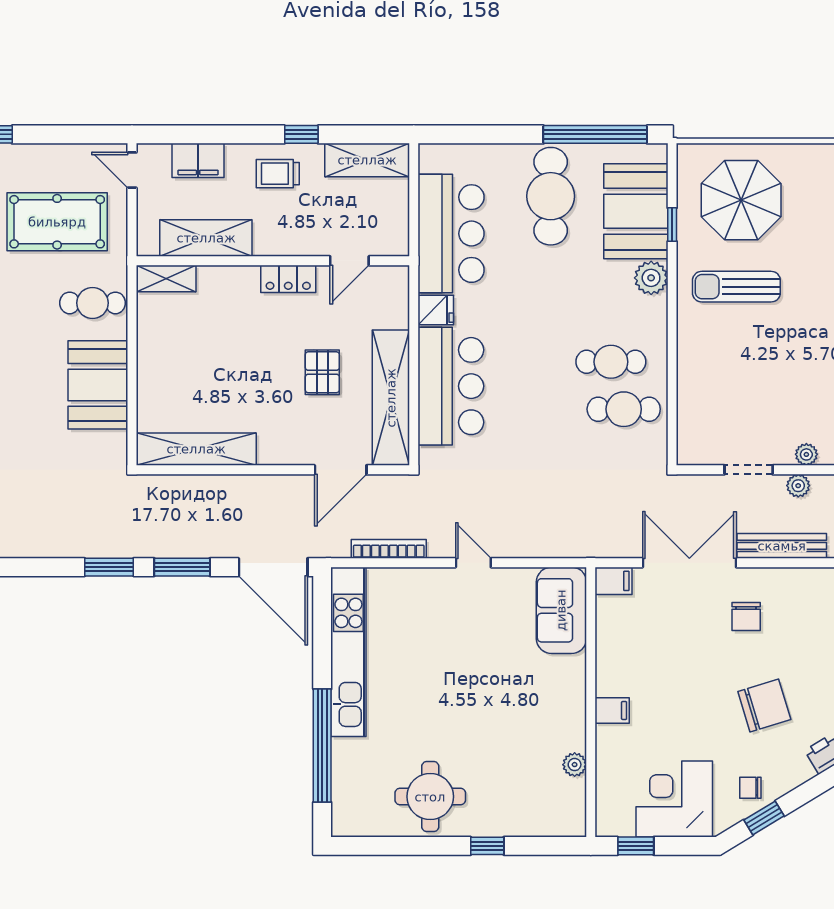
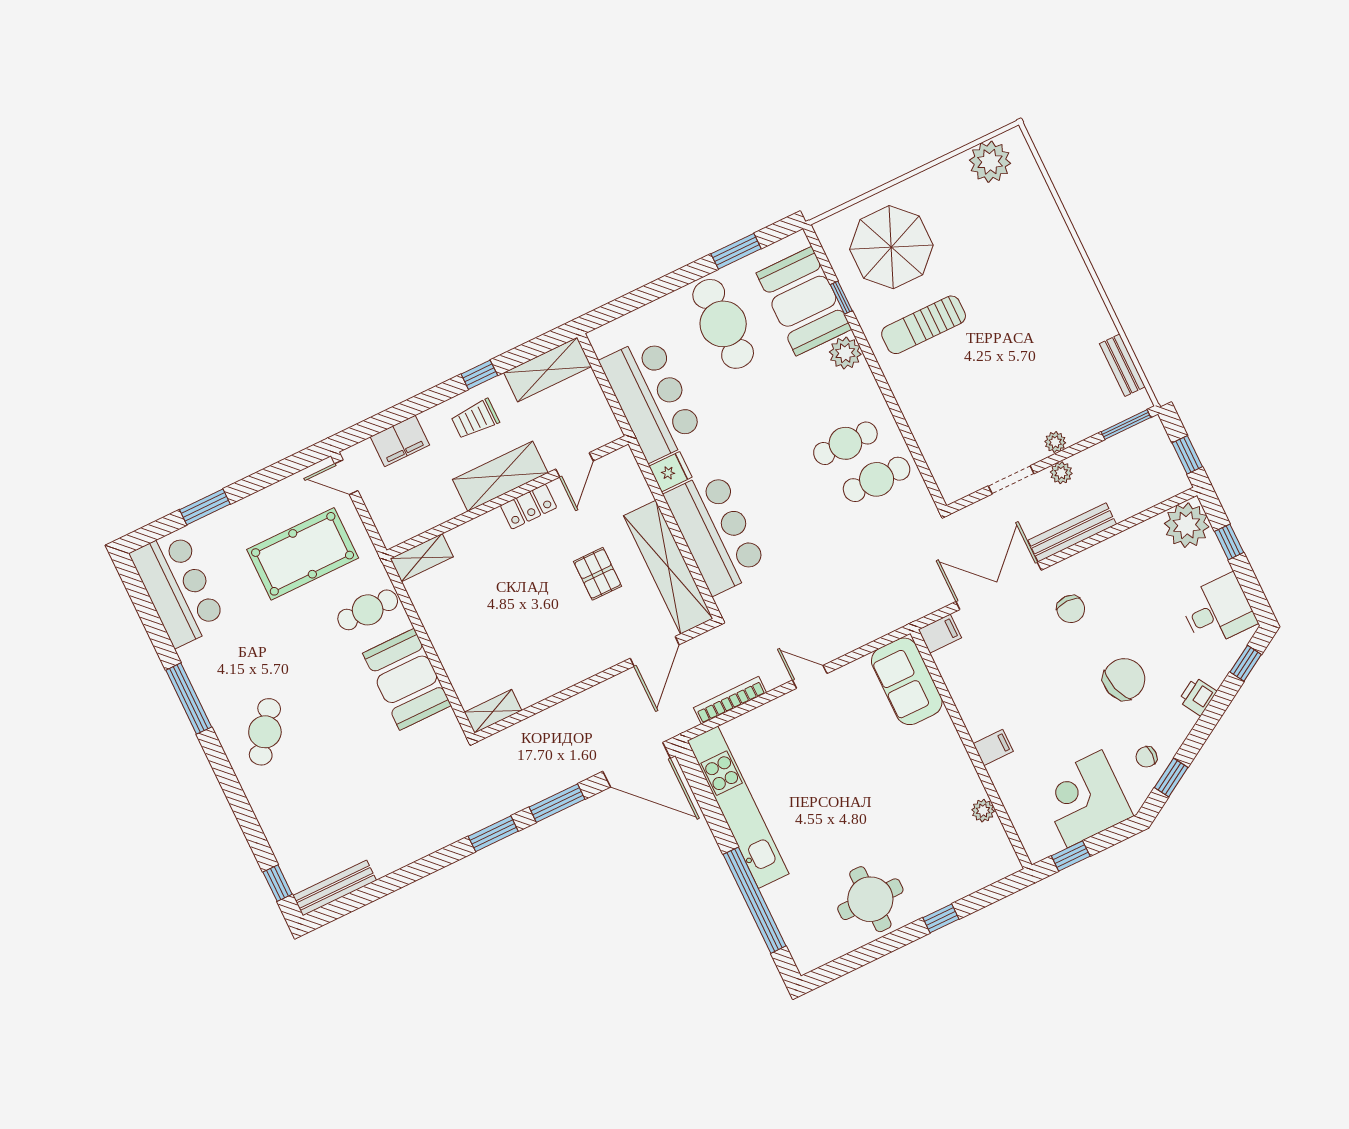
window: (595, 134) -> (736, 251), width x0.47
shelving: (206, 238) -> (500, 476), moved
shelving: (196, 449) -> (493, 711), width x0.45, depth x0.75

